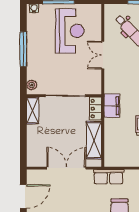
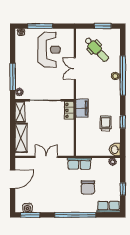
window: (23, 49) -> (13, 77), moved
shelving: (94, 140) -> (21, 138), moved
double door: (66, 168) -> (46, 157), width x0.73

